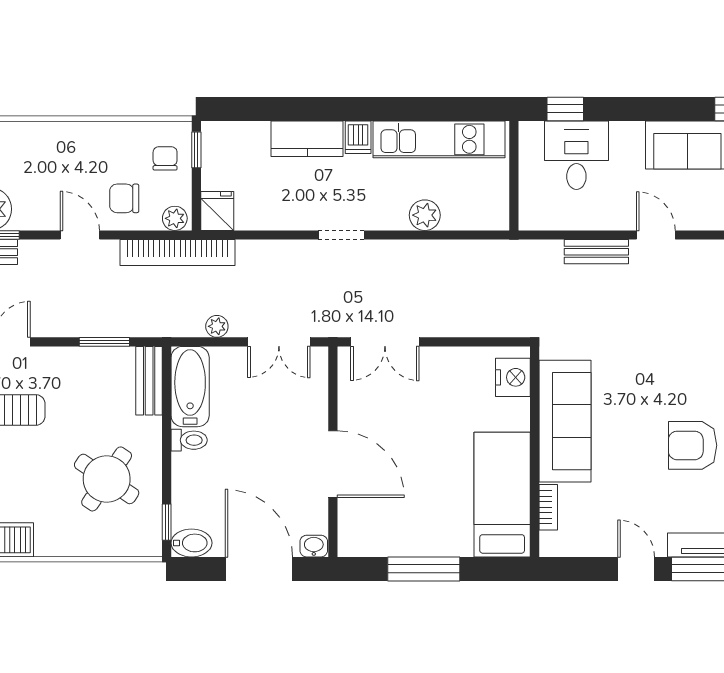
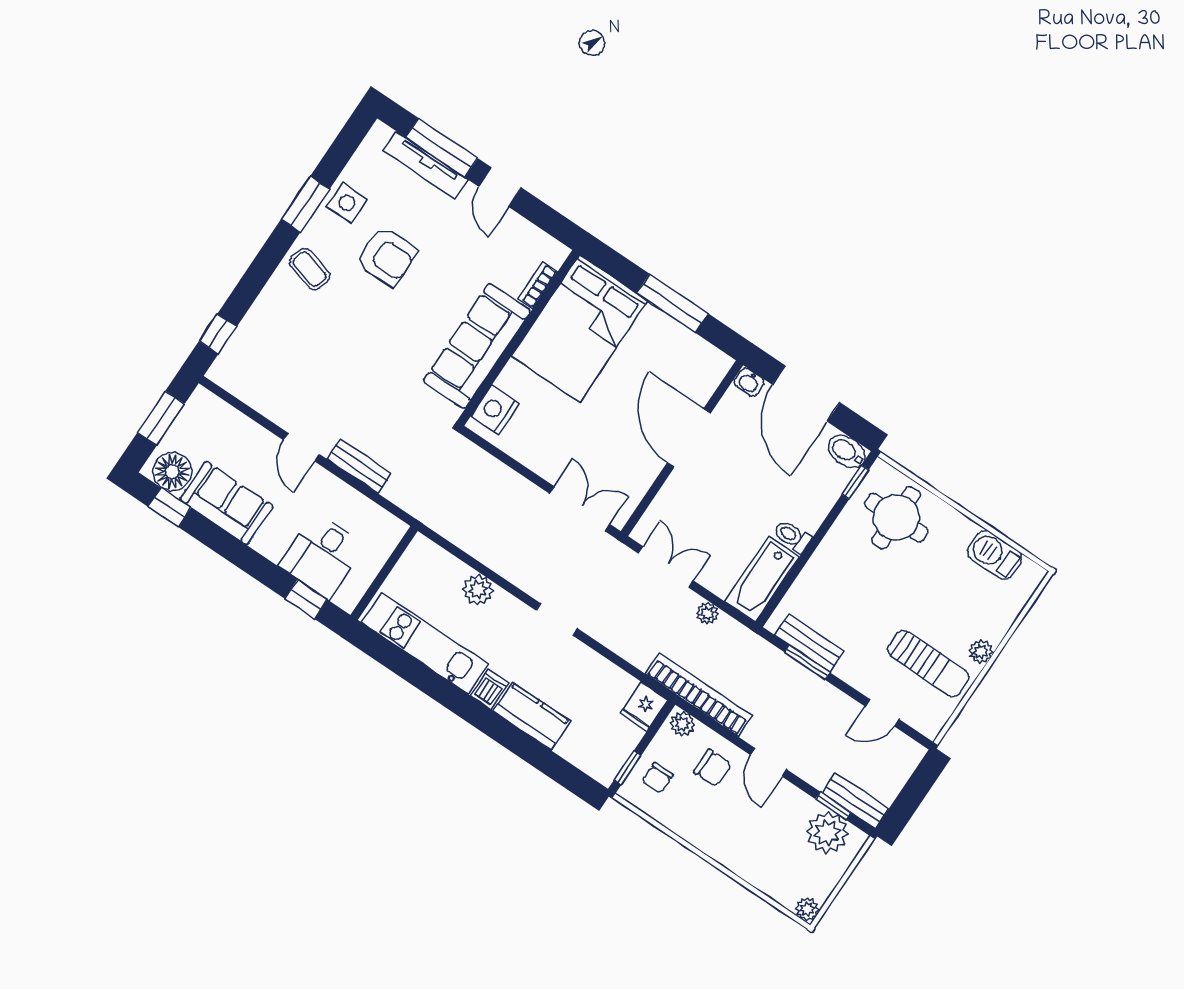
bench: (149, 381) -> (809, 643), moved, turned 90
round table: (107, 479) -> (896, 517), moved, turned -34
bed: (502, 495) -> (580, 328), width x1.50

